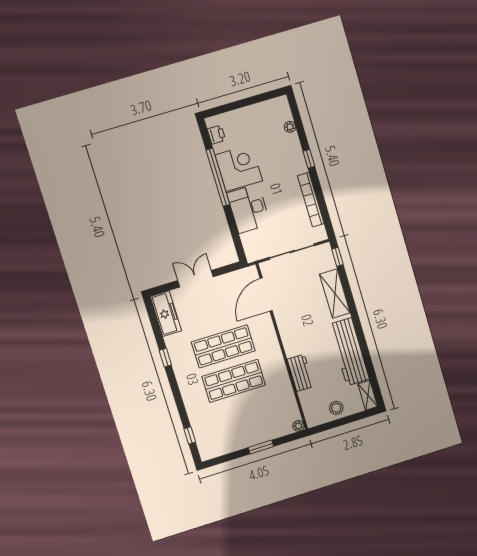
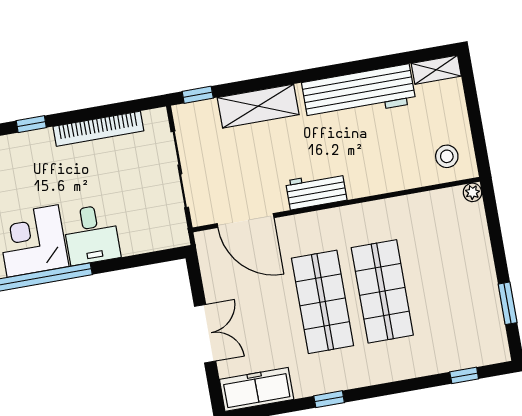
desk: (249, 209) -> (91, 235), width x0.73
double door: (196, 279) -> (205, 334), swing flipped
workbench: (300, 373) -> (316, 191), moved
stool: (336, 408) -> (447, 156), moved
window: (261, 447) -> (508, 303), moved

